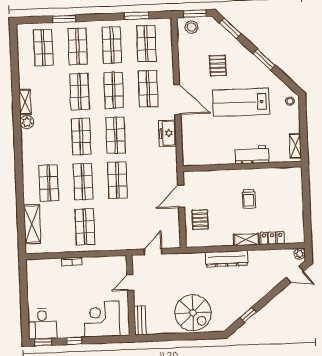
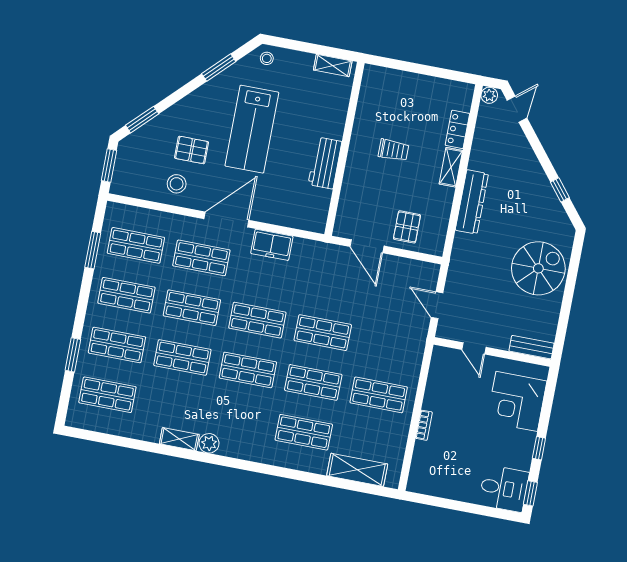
stool: (191, 27) -> (177, 184), moved
window: (264, 59) -> (219, 68), moved
workbench: (252, 155) -> (325, 163), moved
pallet: (200, 220) -> (407, 227), turned 90

